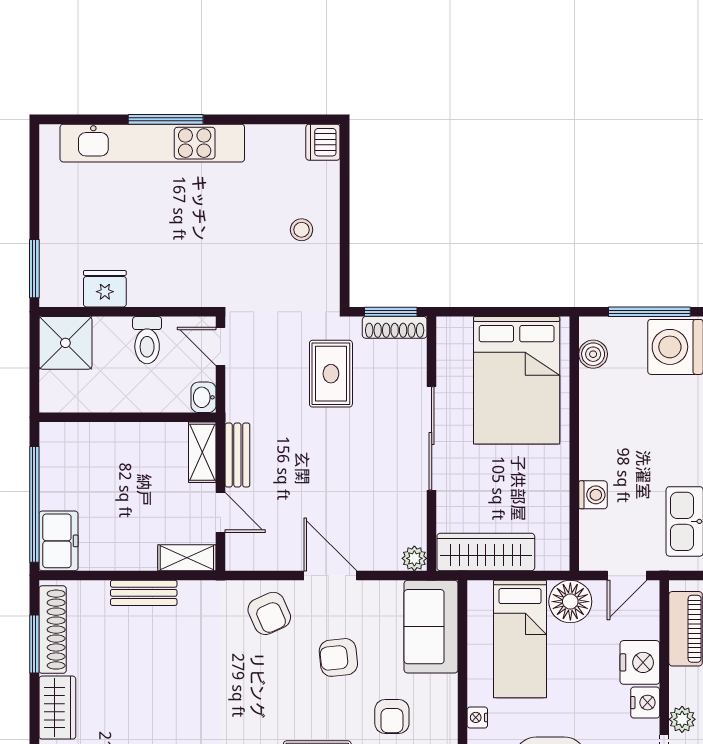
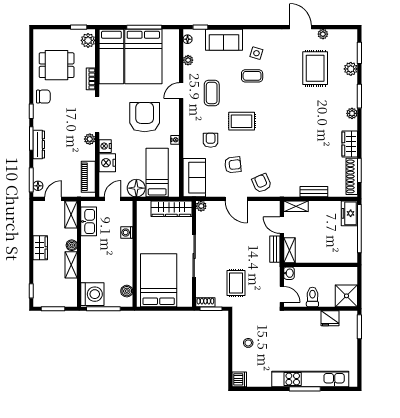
shoe rack: (395, 327) -> (205, 302), width x0.70

